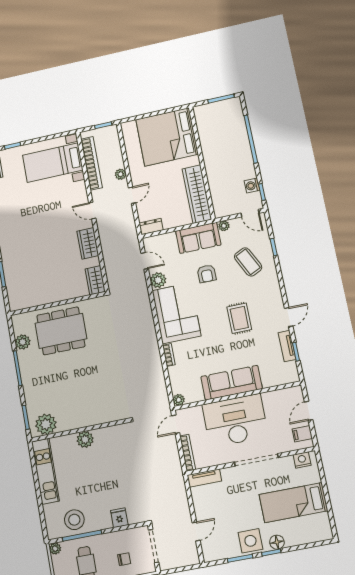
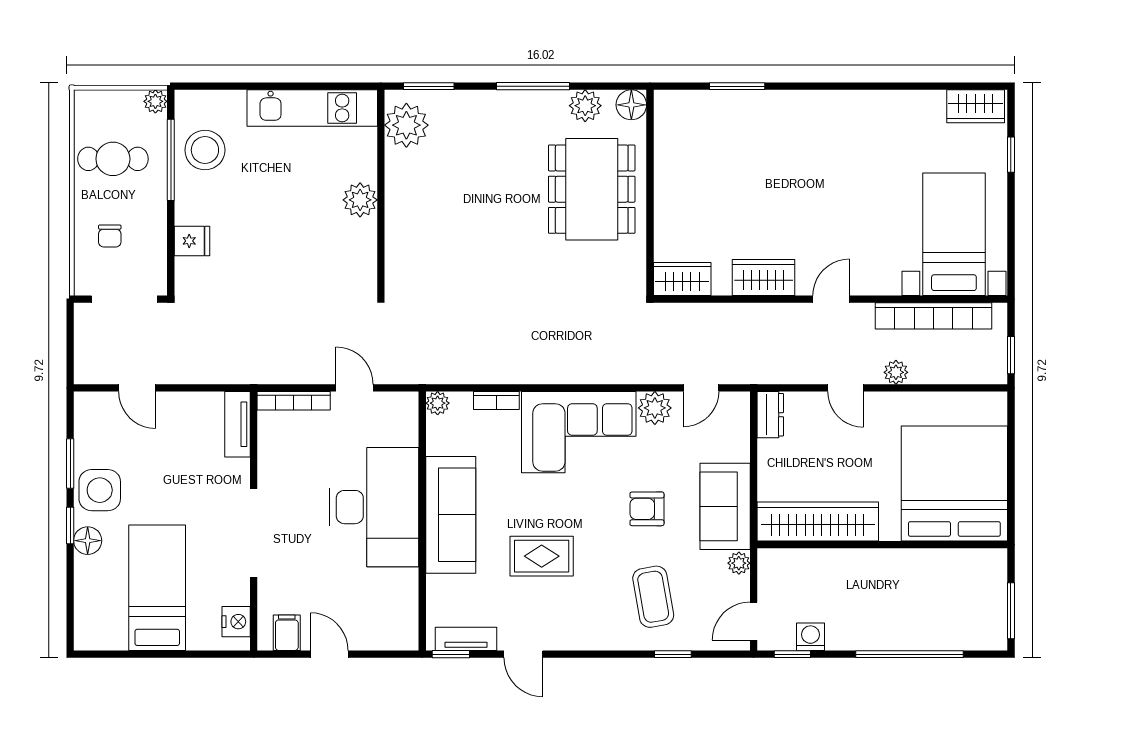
coffee table: (248, 262) -> (653, 597), turned -74
floor lamp: (19, 321) -> (631, 105), added
sofa: (232, 383) -> (451, 515), moved
wall: (237, 396) -> (422, 521), moved
plant: (179, 400) -> (438, 403), moved
desk: (235, 421) -> (374, 507), moved

